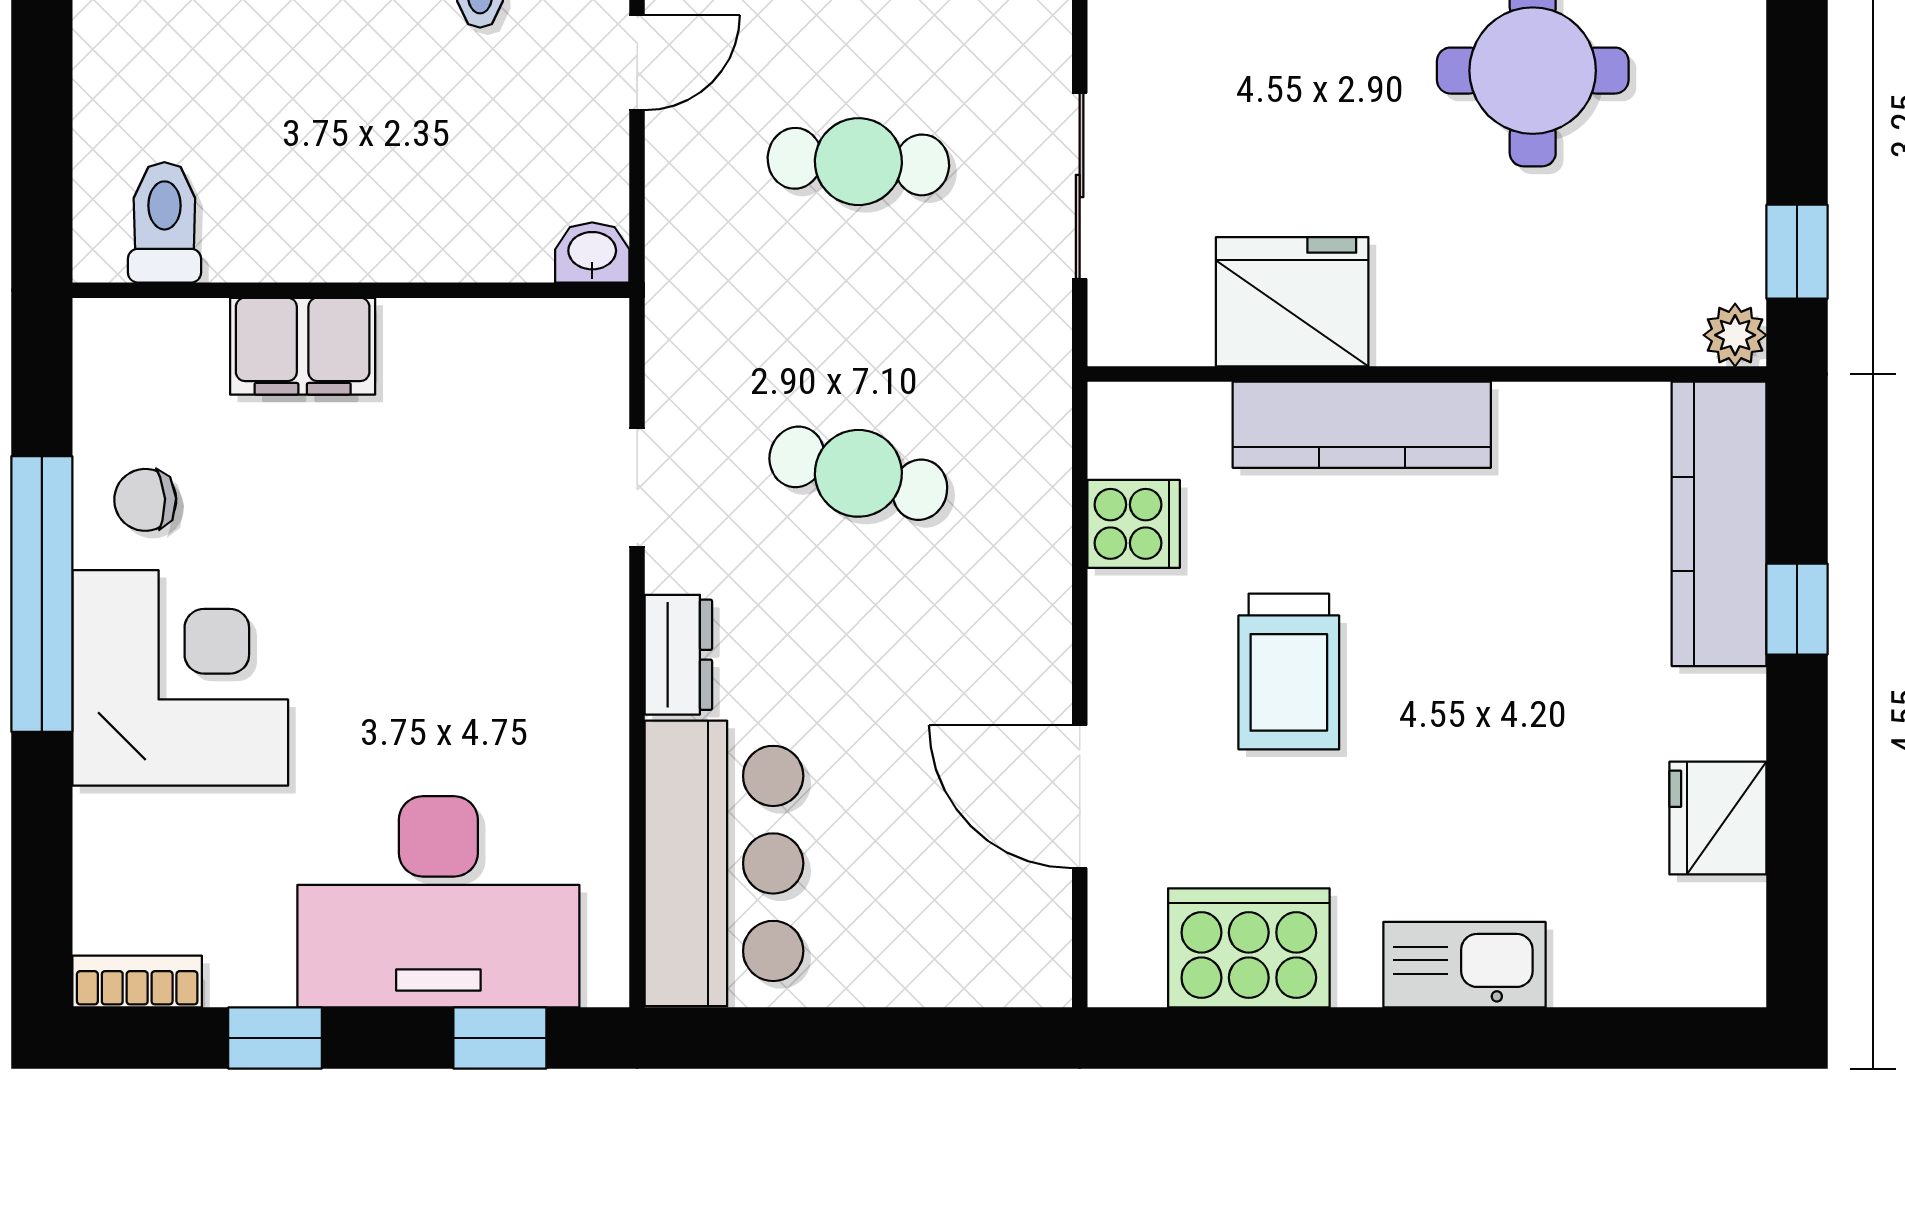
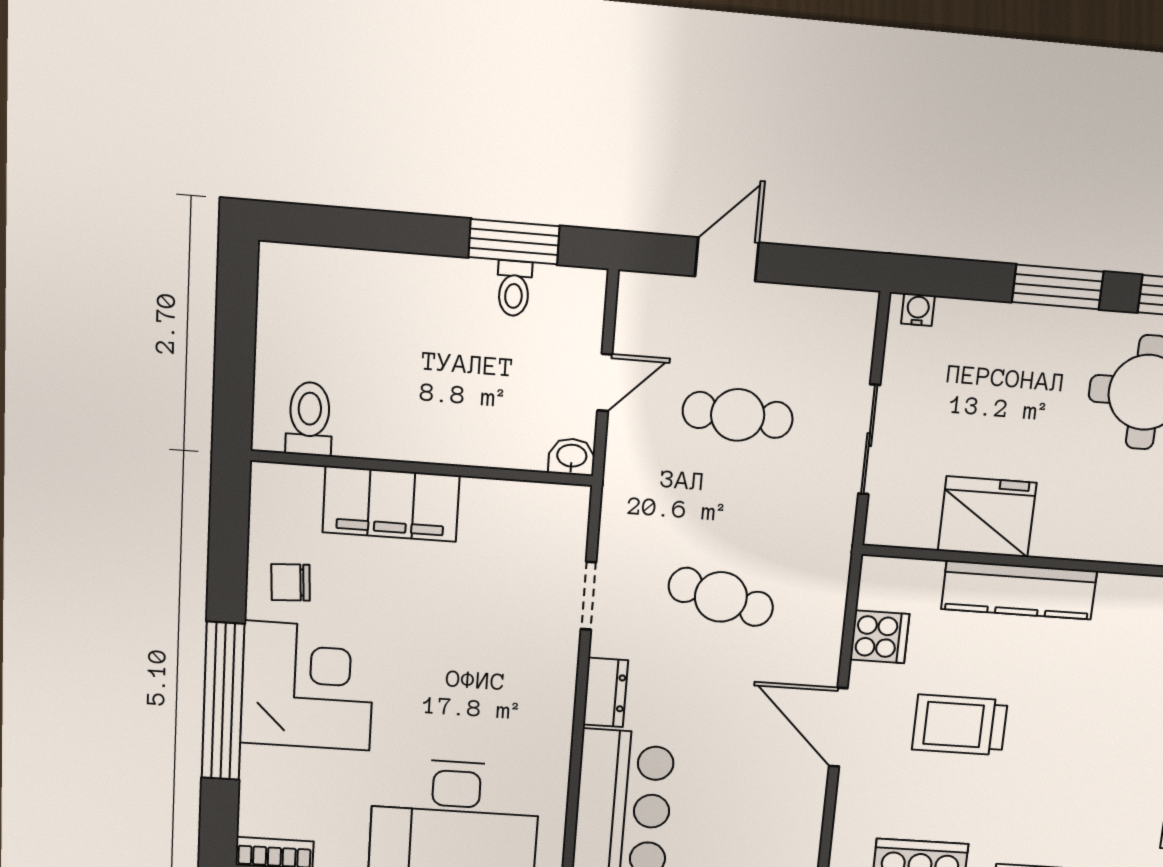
door: (637, 63) -> (605, 382), moved
filing cabinet: (303, 346) -> (391, 504), width x1.50, depth x1.17
window: (42, 594) -> (223, 701), moved
trolley: (1289, 671) -> (960, 725), turned 90
door: (1080, 797) -> (838, 727), moved

